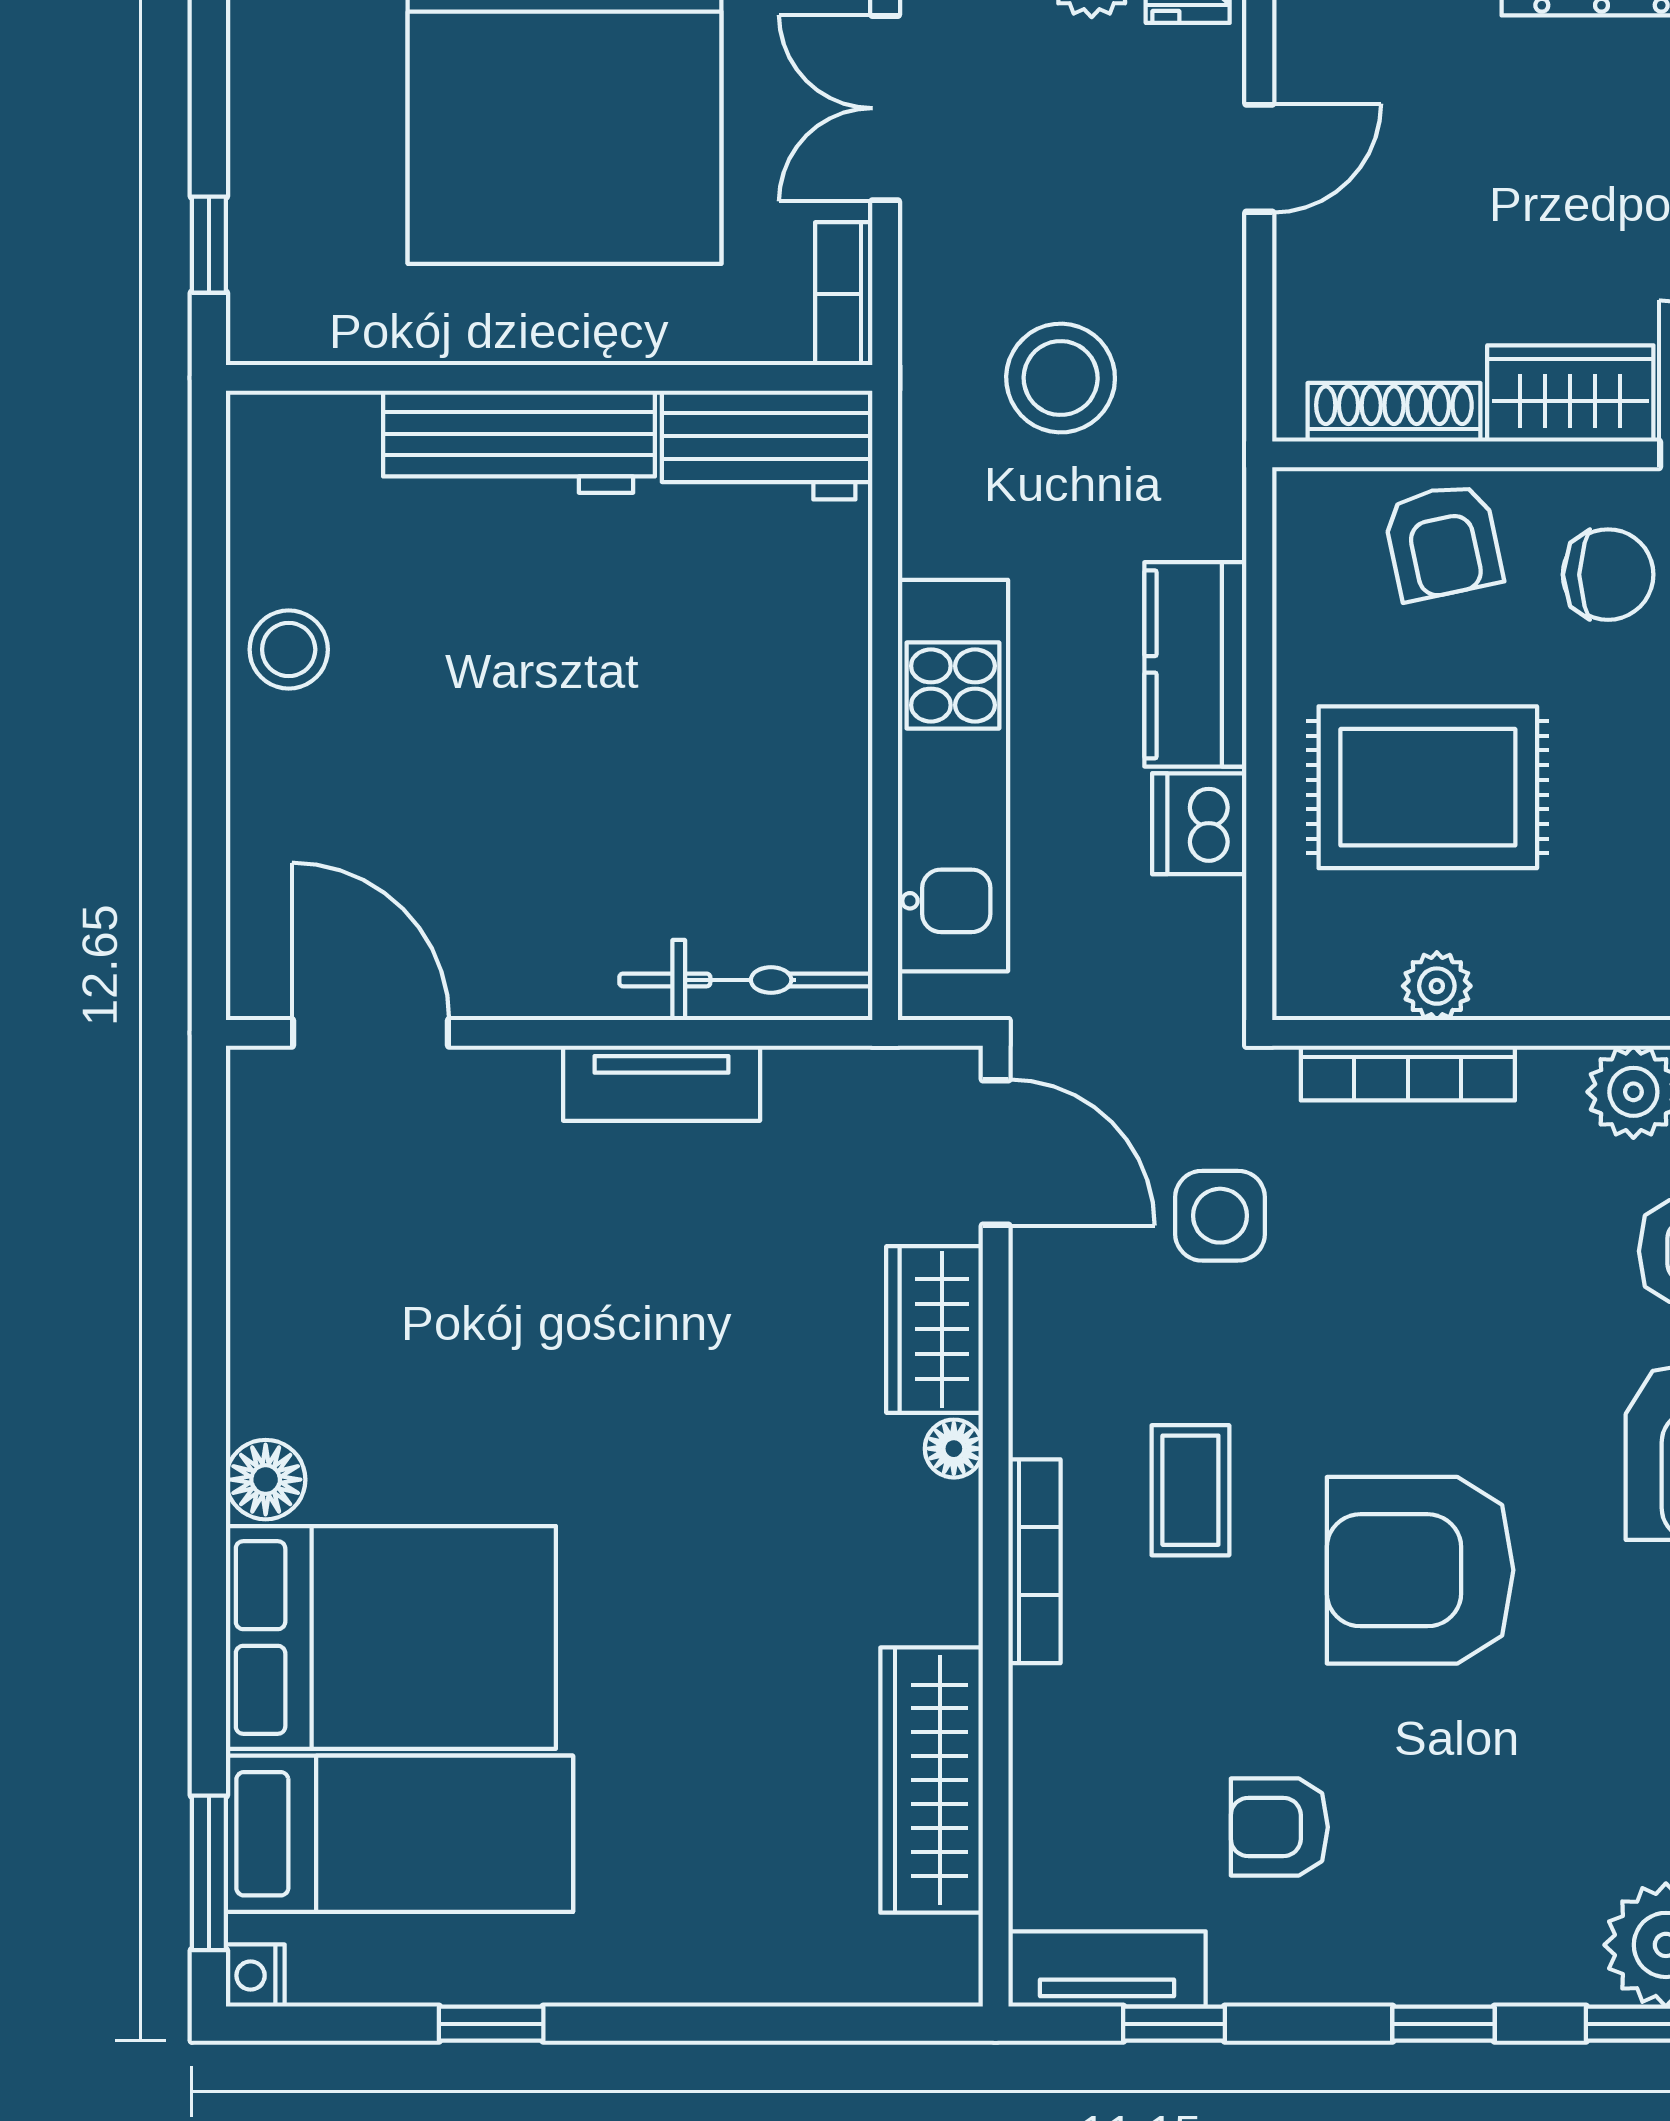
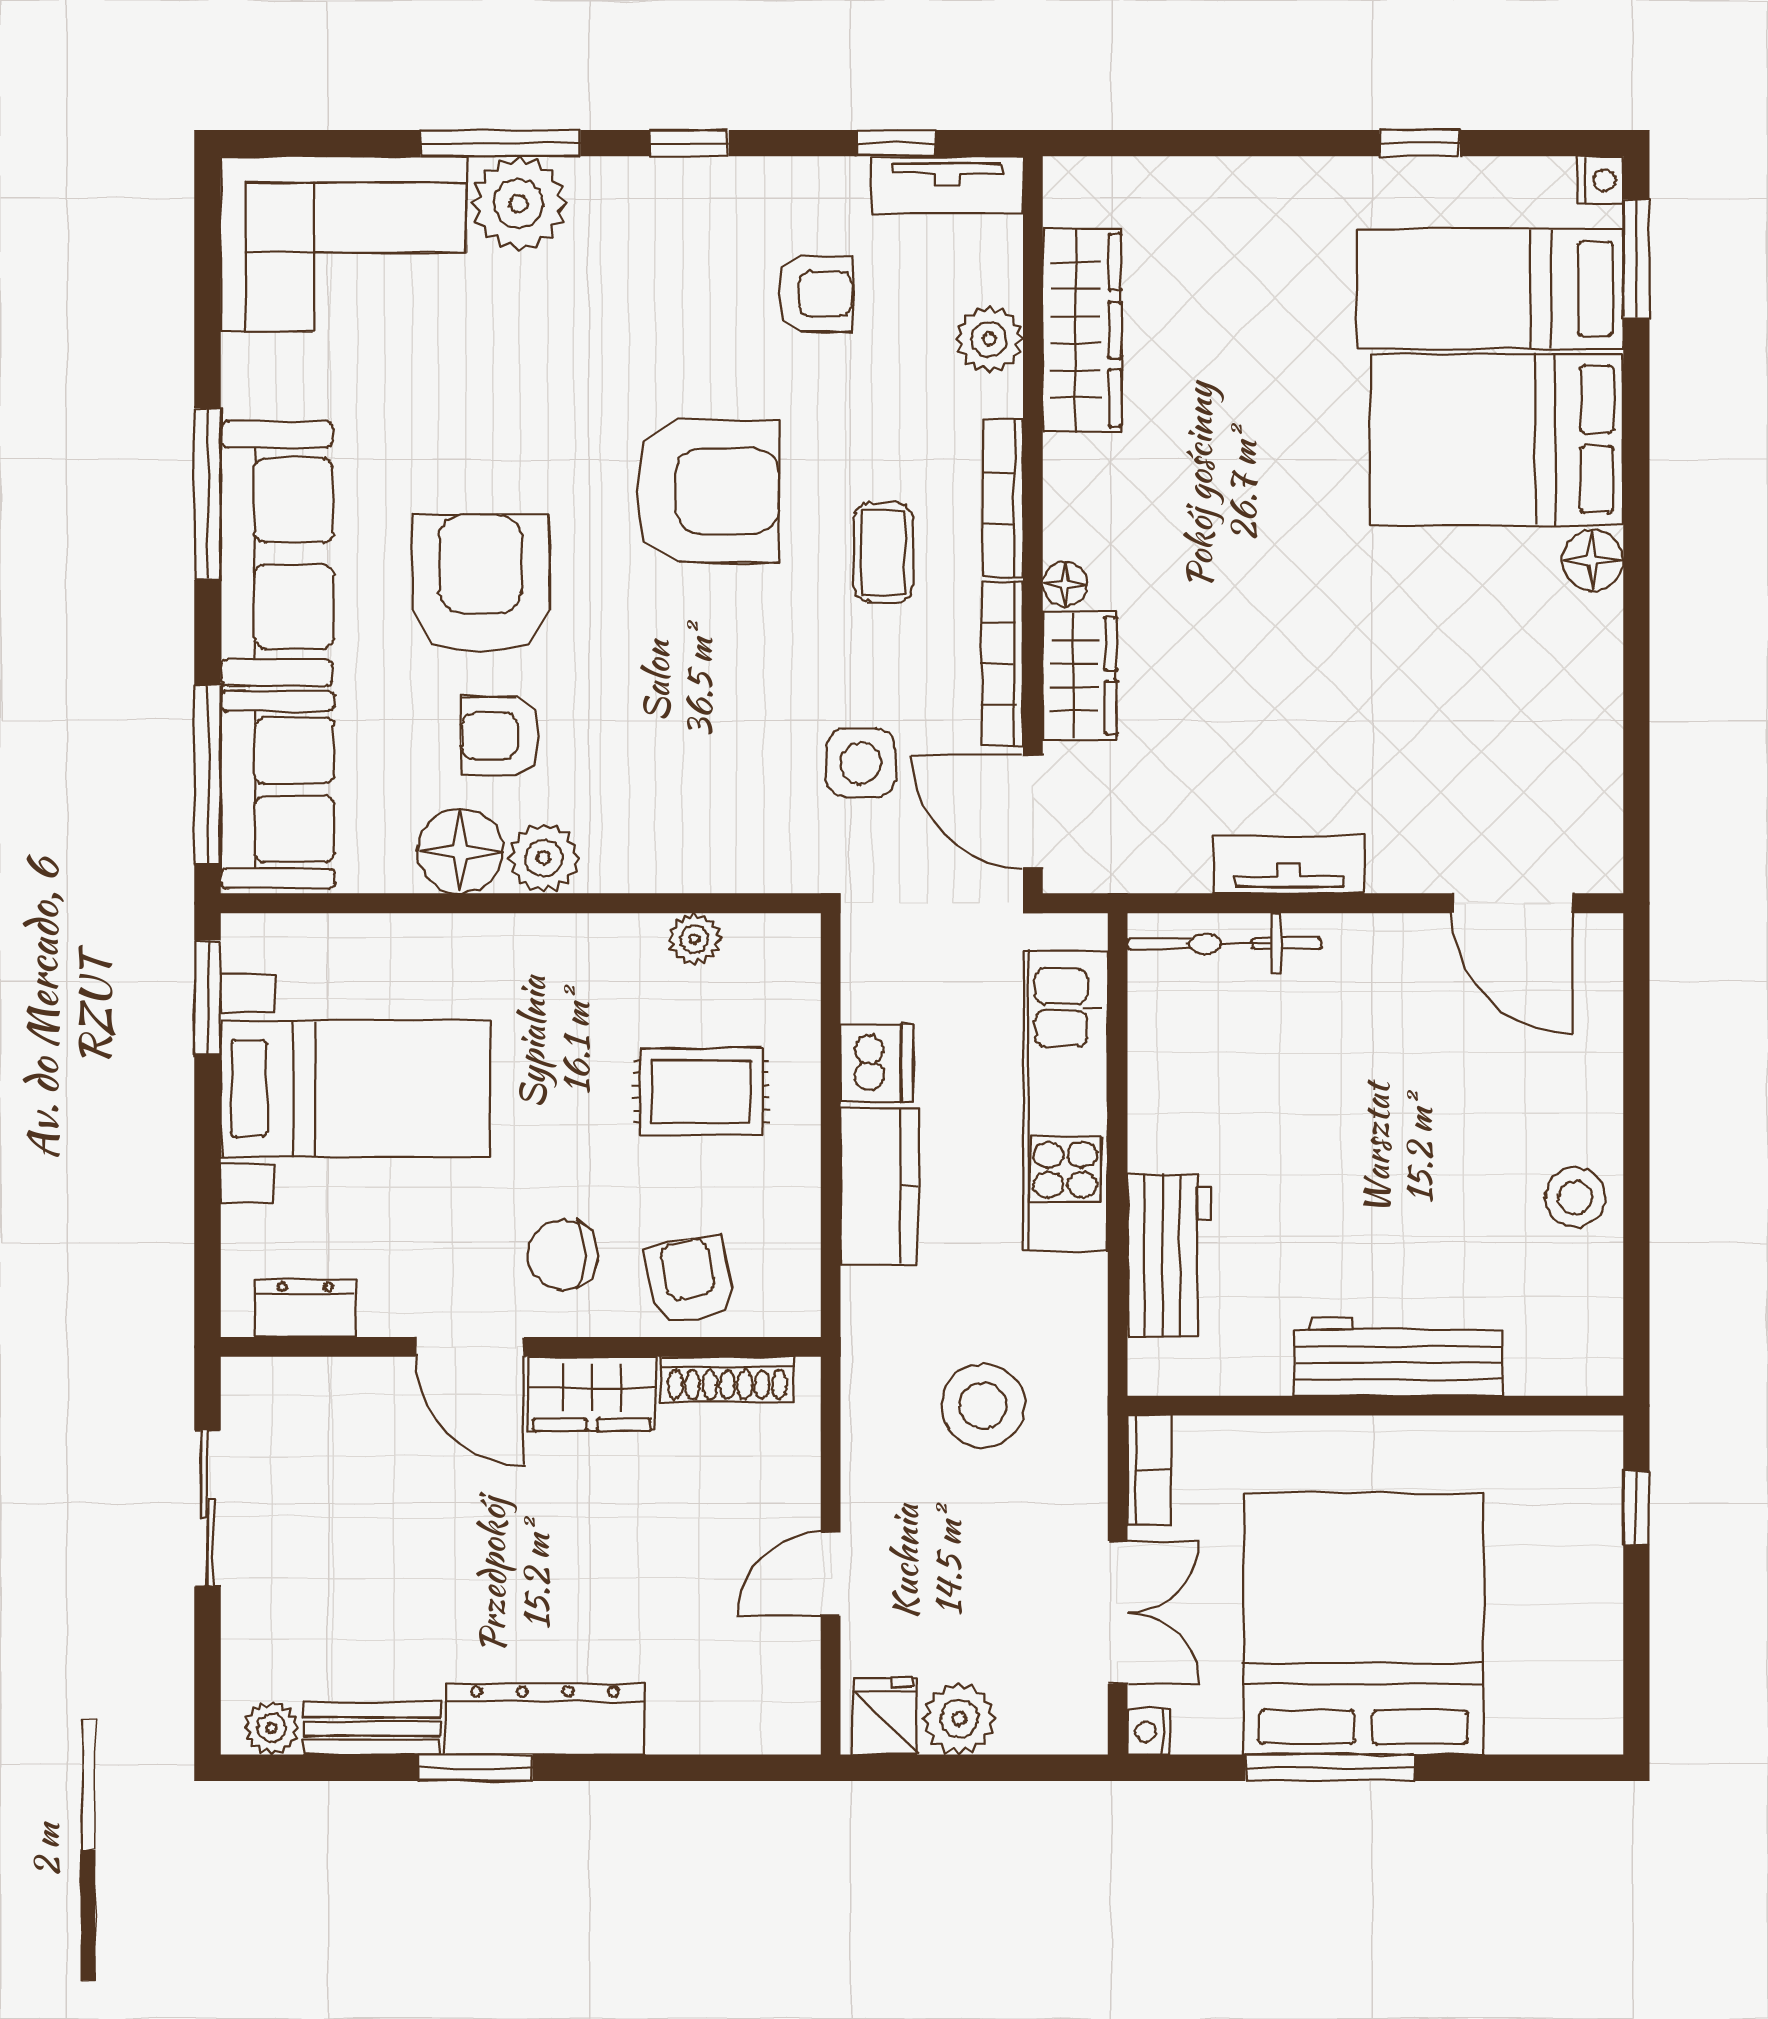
workbench: (767, 445) -> (1169, 1255), moved, turned 90
rug: (1428, 787) -> (701, 1092), width x0.73, depth x0.70
bookcase: (1408, 1073) -> (1002, 663), moved, turned -90
plant: (1052, 1768) -> (989, 339), added

